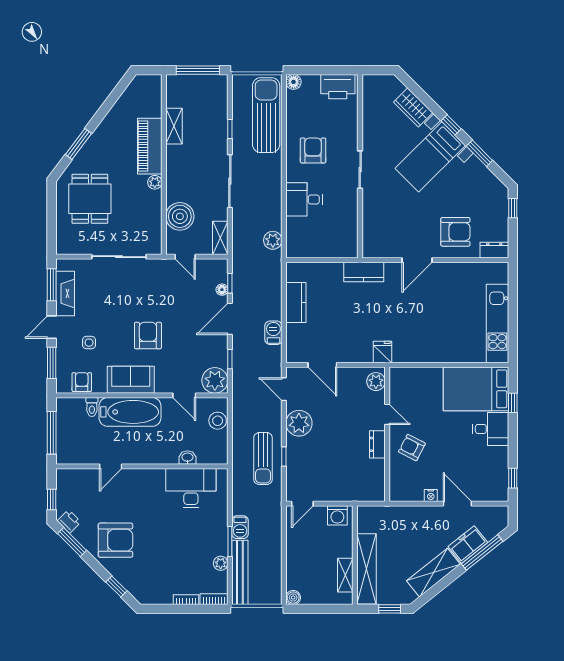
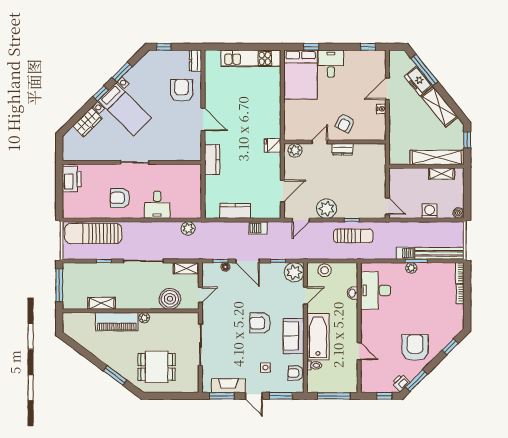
floor lamp: (294, 82) -> (68, 213), removed
washing machine: (337, 515) -> (430, 211), moved, turned -90
plant: (221, 563) -> (411, 268), moved

